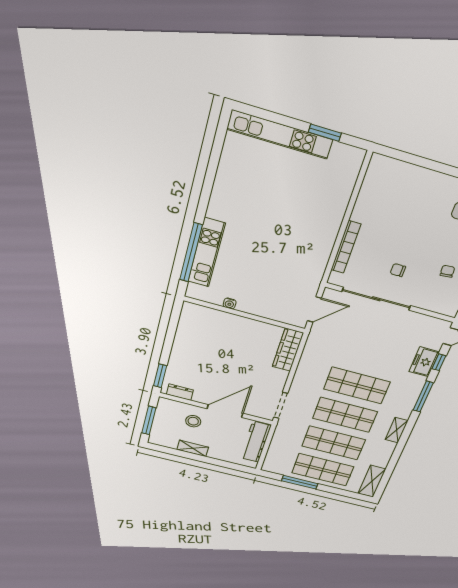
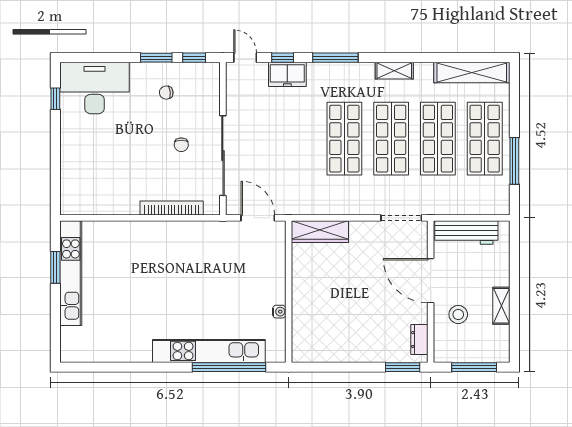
kitchen unit: (280, 134) -> (71, 273), moved
kitchen unit: (206, 253) -> (209, 351), width x1.36
shelving: (372, 481) -> (472, 72), width x1.47

